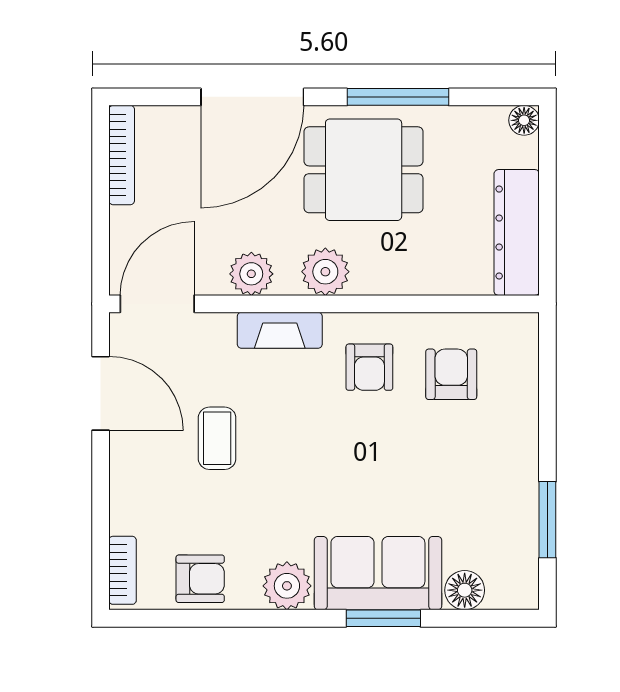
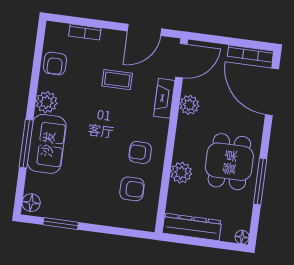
door: (252, 97) -> (272, 92), moved
plant: (325, 272) -> (181, 173), moved
door: (157, 304) -> (181, 61), hinge flipped
fireplace: (280, 330) -> (164, 98), moved
bookcase: (123, 570) -> (85, 32), moved
floor lamp: (465, 590) -> (31, 203), moved
window: (383, 618) -> (26, 144), width x1.44

